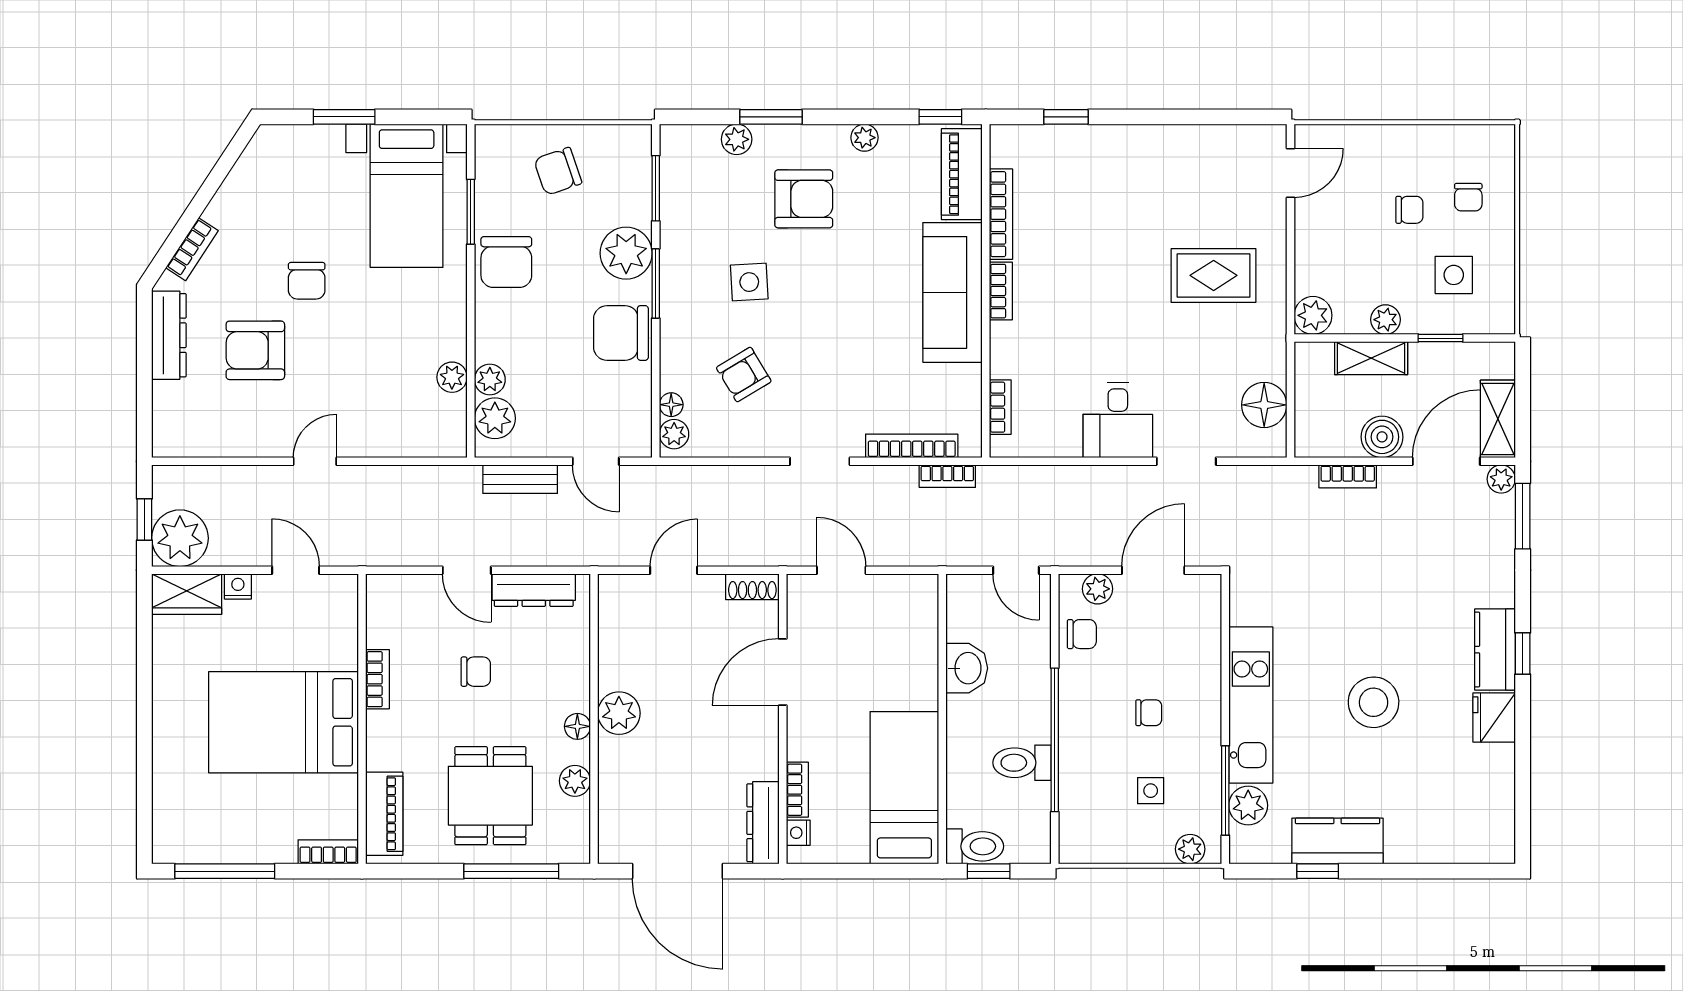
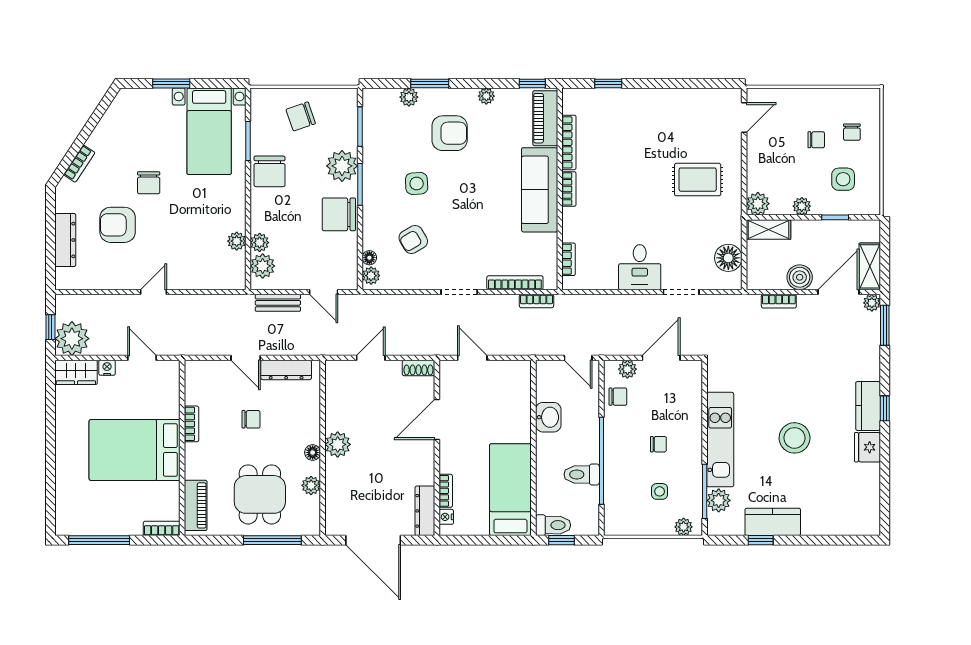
dresser: (169, 335) -> (65, 240), moved
shelving: (1371, 358) -> (768, 230), moved

